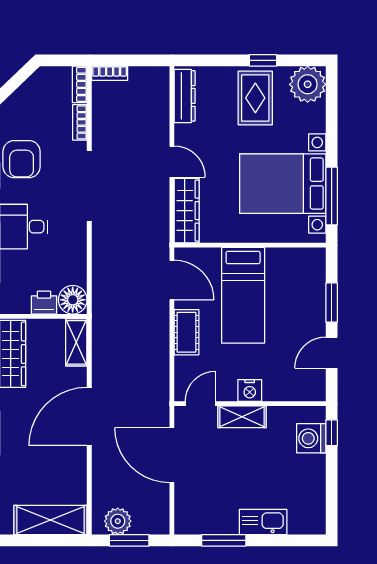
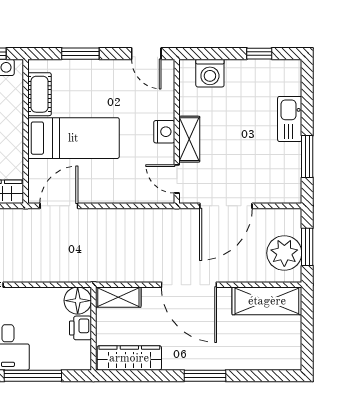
cot: (187, 332) -> (40, 94), moved, turned 90
door: (332, 353) -> (146, 54), moved
window: (332, 433) -> (259, 54), moved
shelving: (50, 520) -> (267, 301), moved, turned 90
plant: (118, 521) -> (284, 253), width x1.36, depth x1.36

